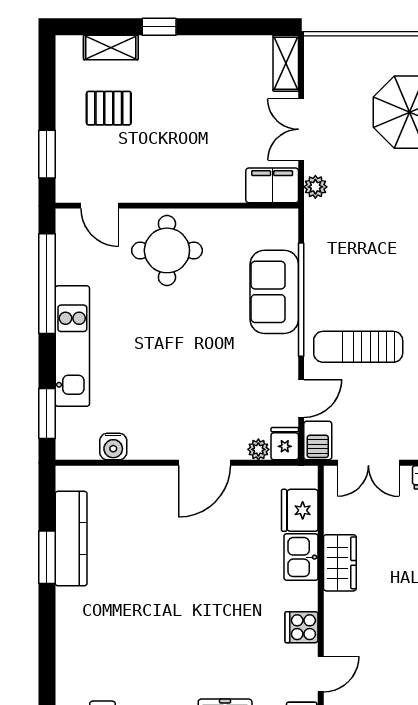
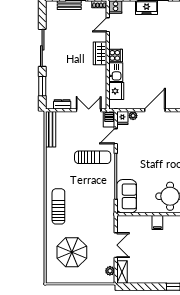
filing cabinet: (272, 185) -> (157, 223), moved, width x0.50
plant: (315, 187) -> (110, 271), moved
sofa: (274, 292) -> (127, 196), moved
wardrobe: (340, 563) -> (100, 53), moved
cooker: (301, 627) -> (116, 55), moved

